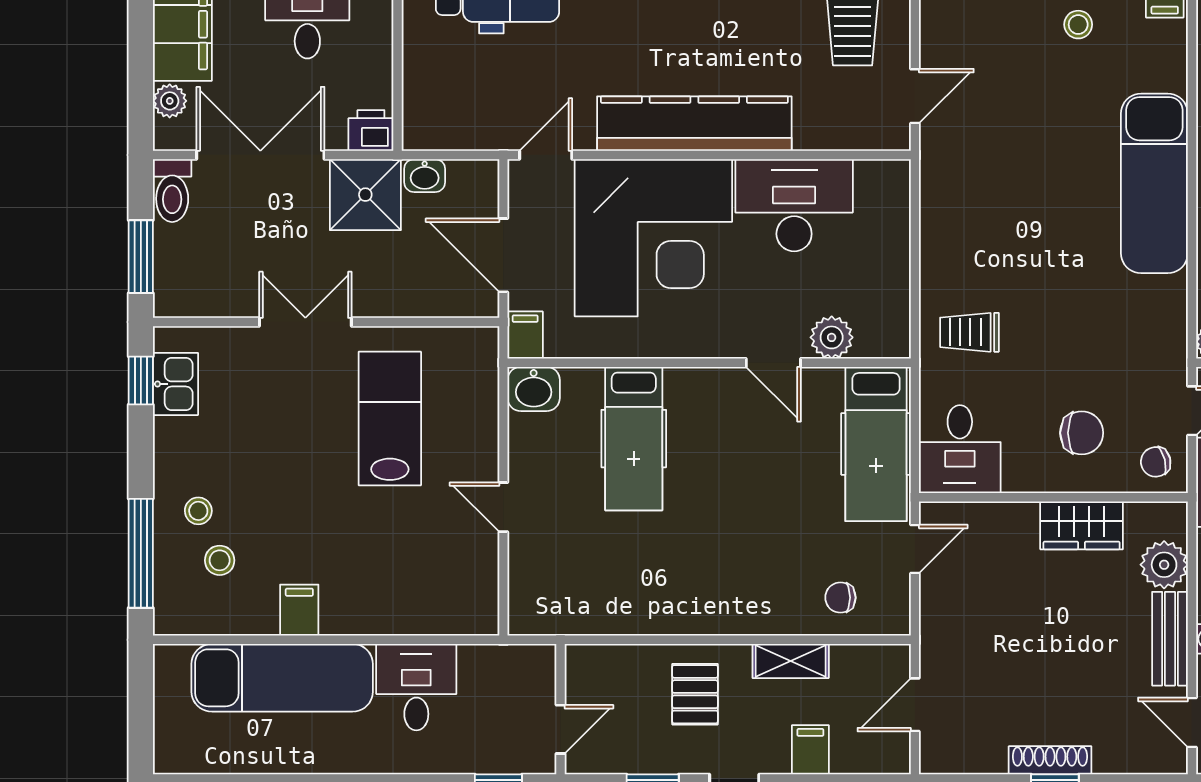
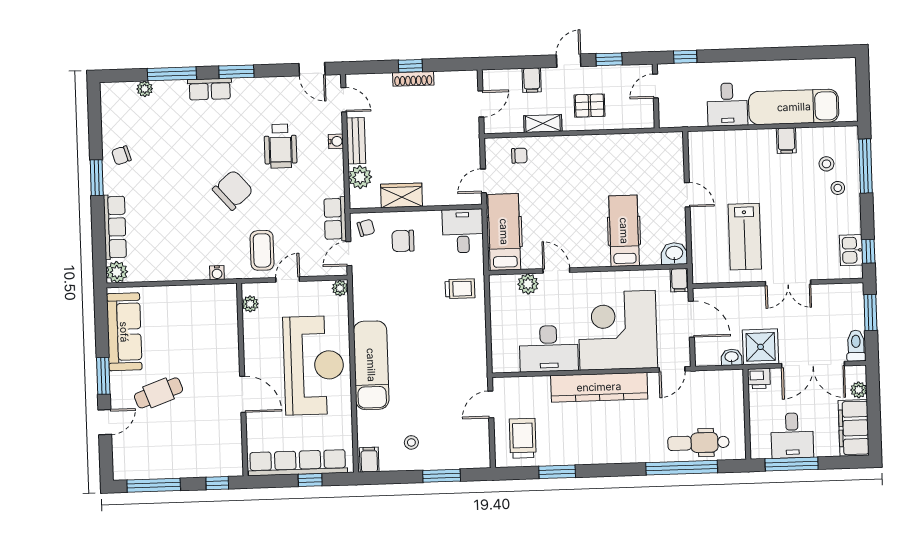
pallet: (695, 694) -> (590, 106), turned 90

